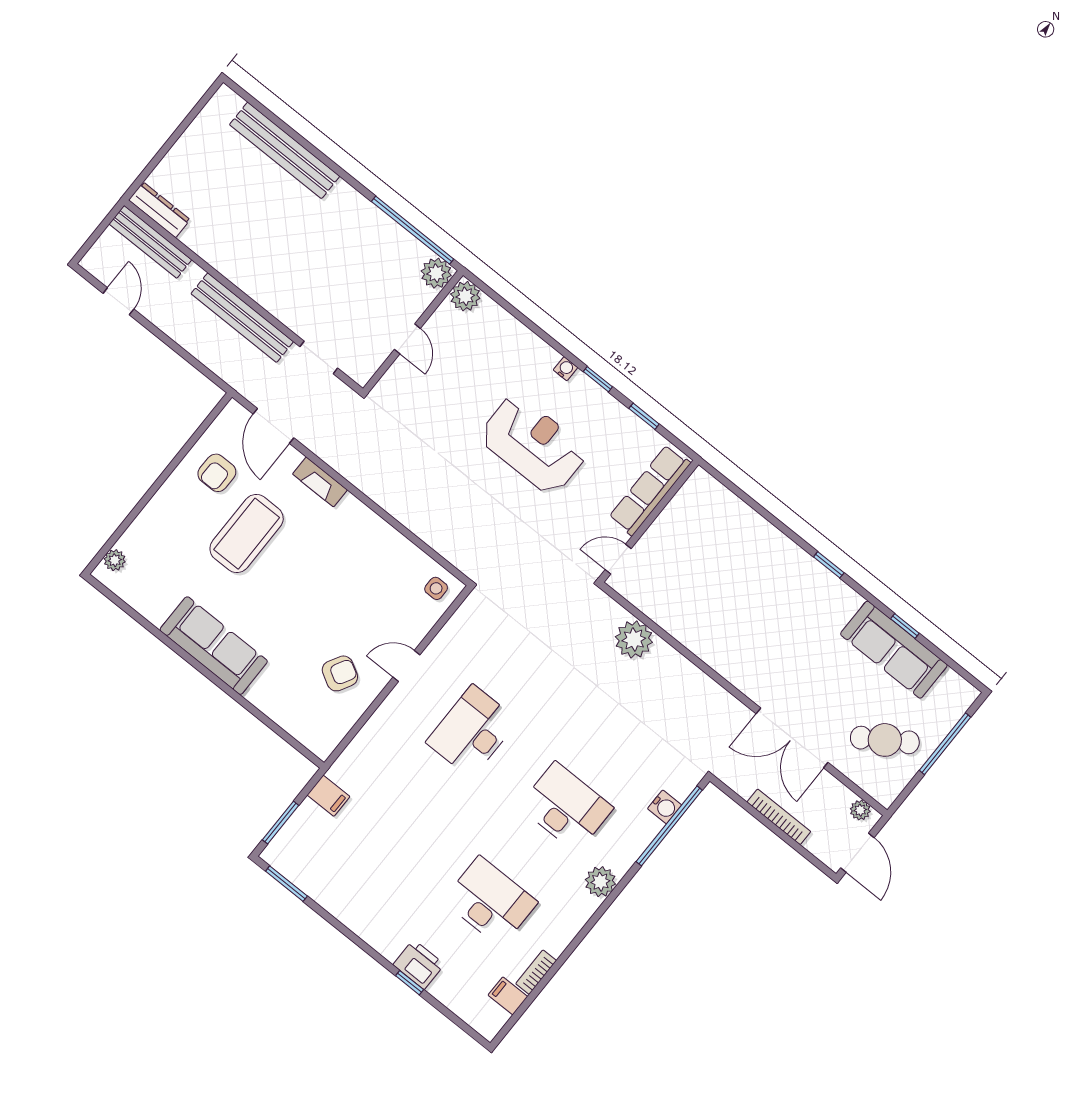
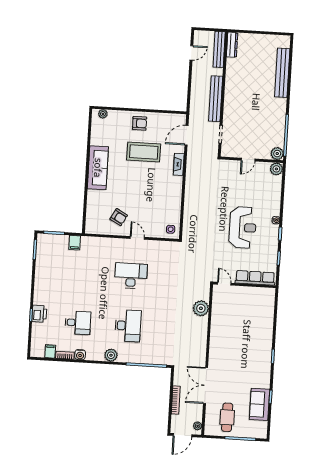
armchair: (217, 473) -> (140, 123), moved, turned 180
sofa: (894, 650) -> (260, 404), width x0.73
cafe table: (885, 740) -> (227, 417), turned 33
water cooler: (665, 807) -> (80, 355), moved
desk: (490, 901) -> (78, 323), width x0.73

